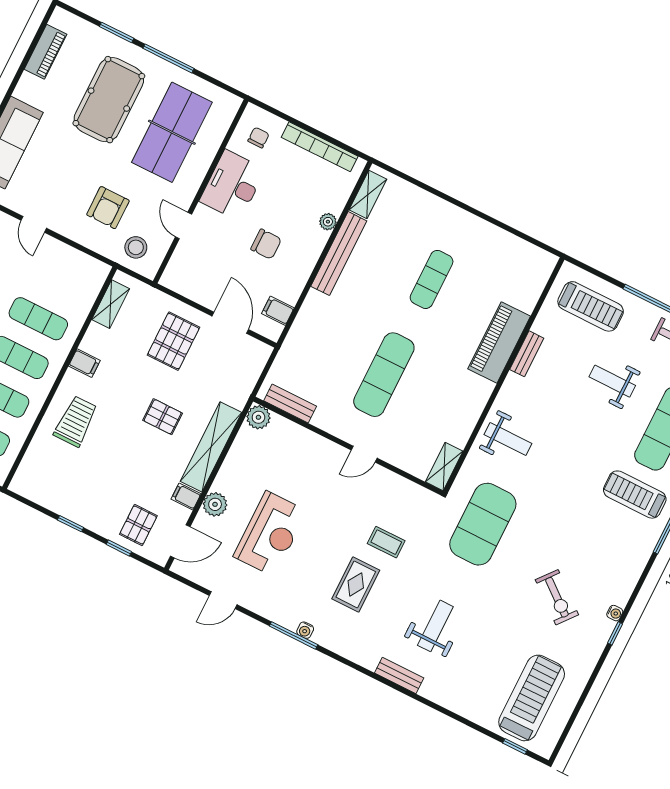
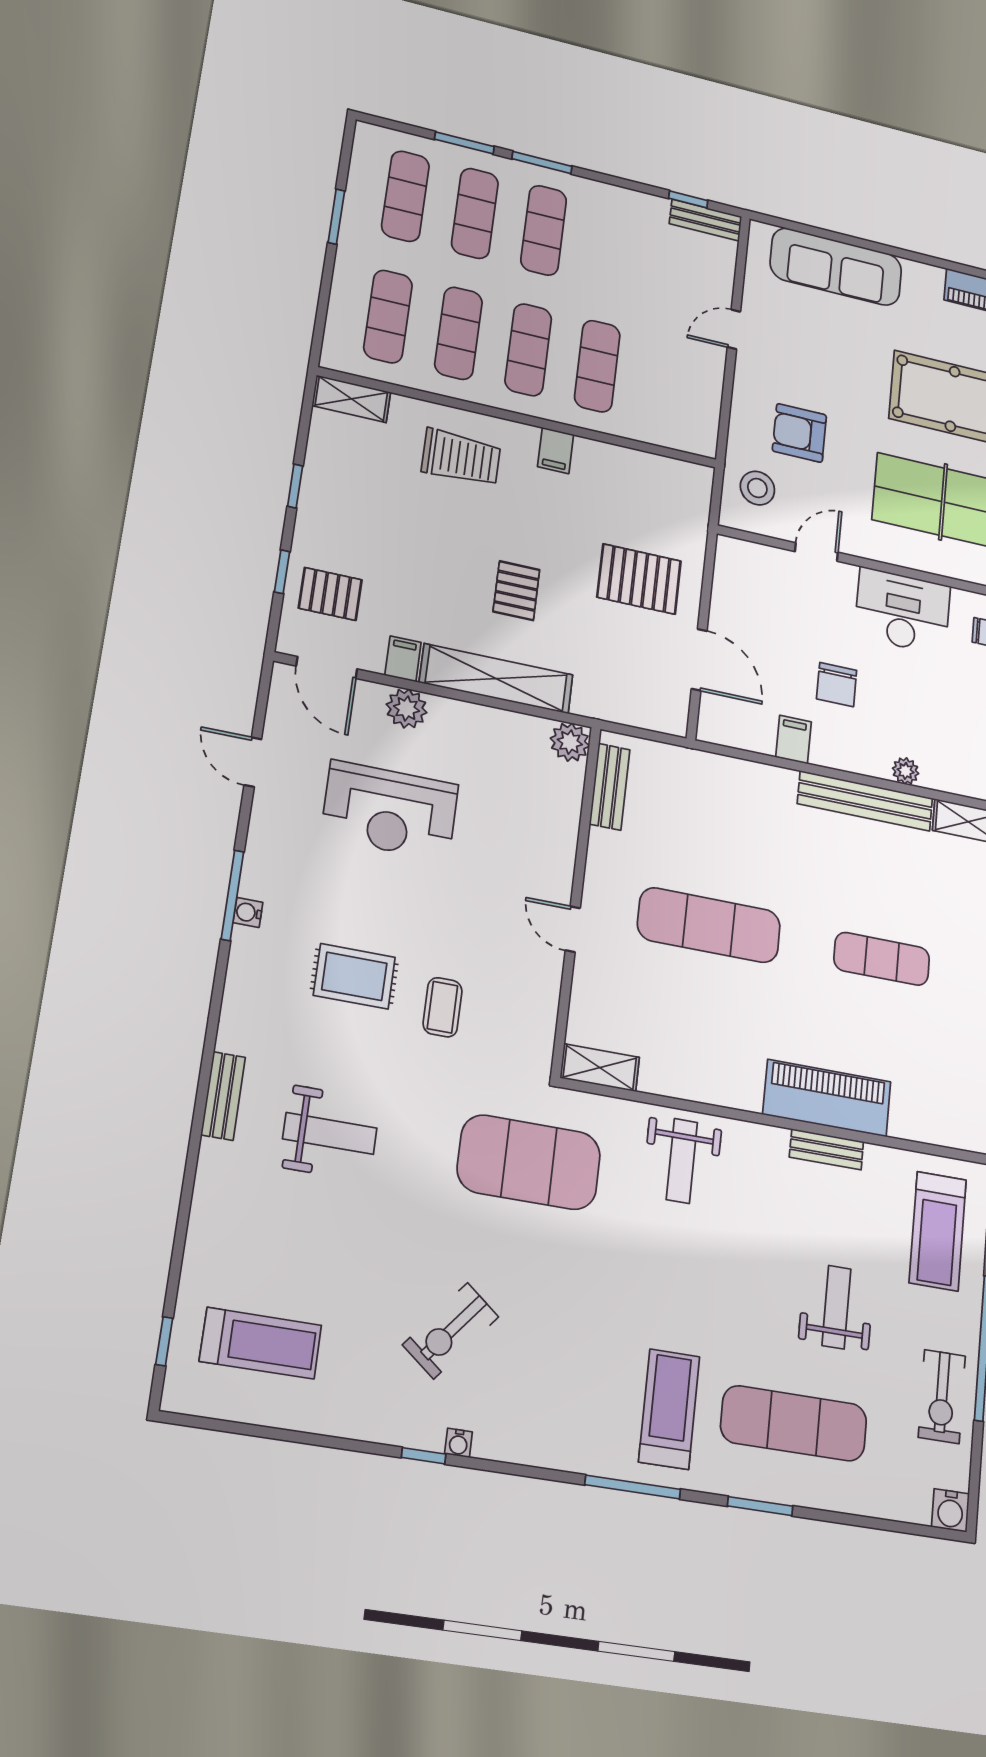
shelving: (111, 304) -> (351, 399), moved
filing cabinet: (278, 311) -> (793, 740), moved
door: (230, 323) -> (699, 660), hinge flipped
treadmill: (532, 698) -> (261, 1343), width x0.73, depth x0.73

